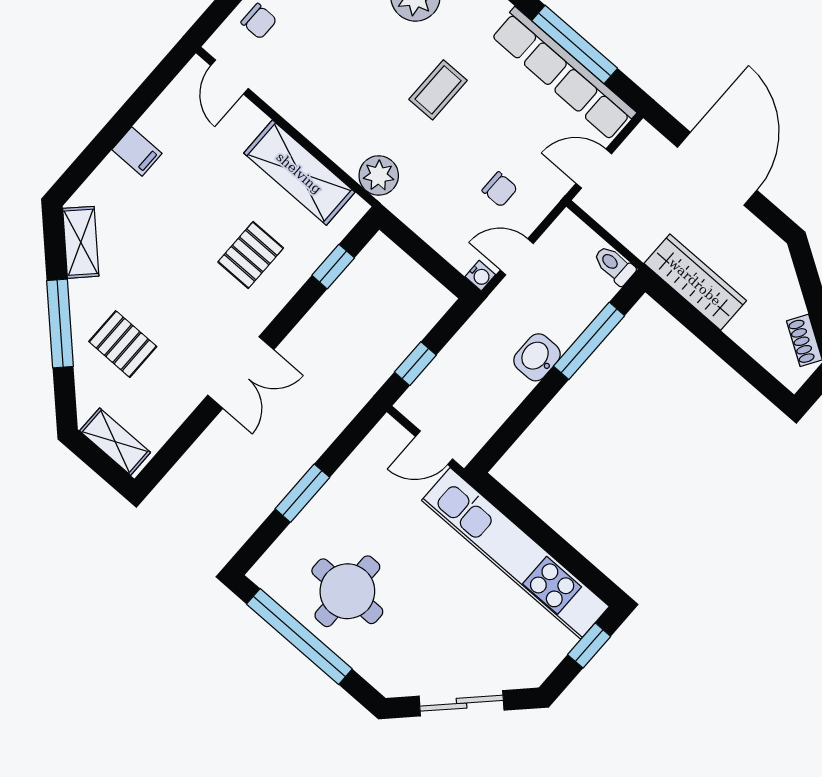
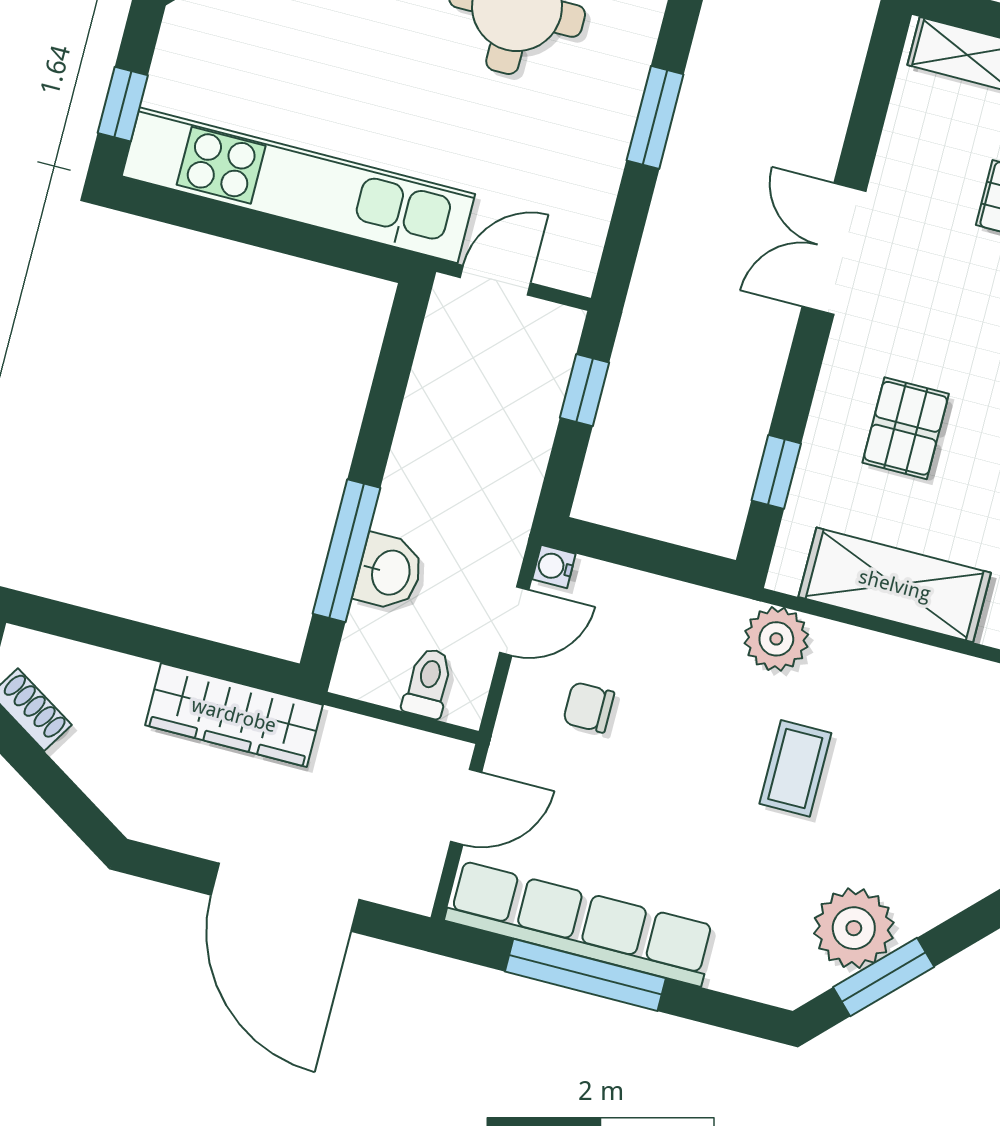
coffee table: (438, 90) -> (795, 768), moved
toilet: (614, 265) -> (428, 683), moved, turned -90
washbasin: (537, 357) -> (389, 572), moved

